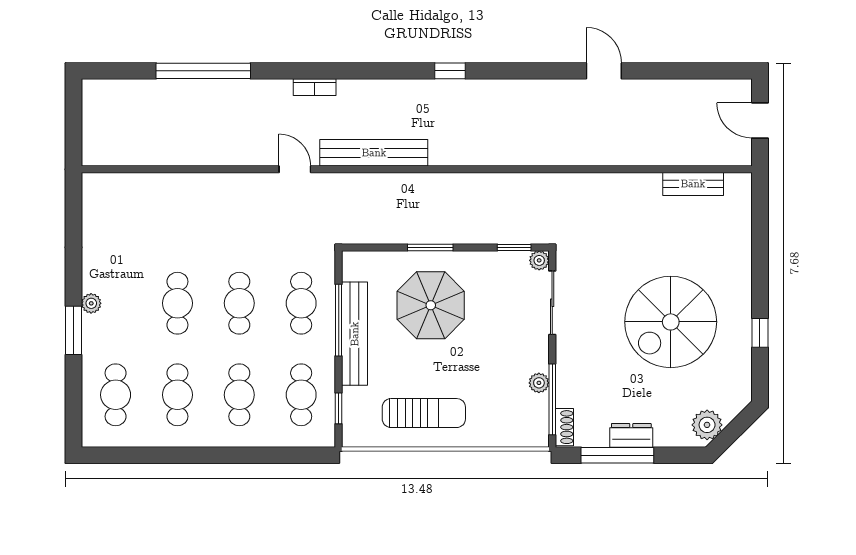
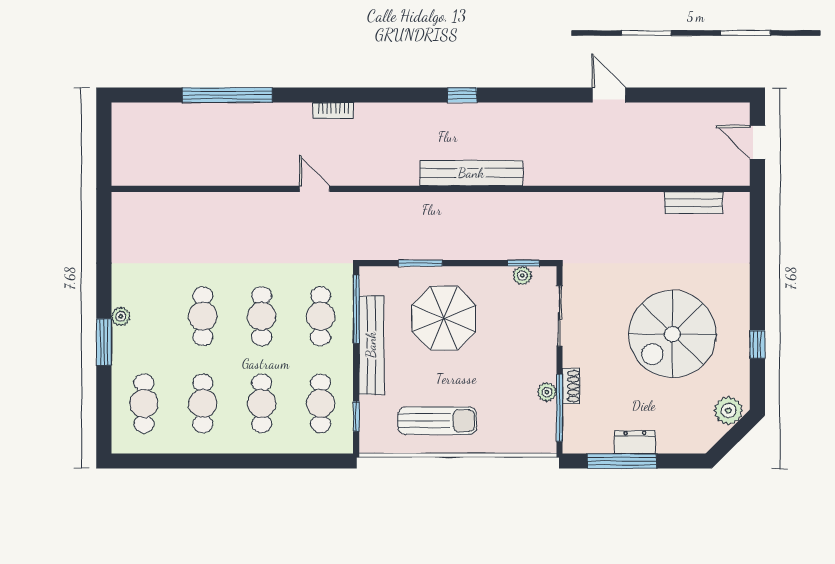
bench: (374, 153) -> (471, 173), moved
window: (430, 247) -> (420, 263), moved
plant: (539, 260) -> (522, 275), moved
window: (339, 320) -> (356, 309), moved
plant: (707, 425) -> (728, 411), moved
shoe rack: (564, 427) -> (571, 386), moved

